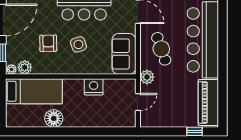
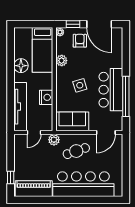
armchair: (48, 43) -> (80, 41), moved, turned -89
plant: (25, 67) -> (62, 61), moved
door: (138, 102) -> (34, 132), hinge flipped
tv unit: (105, 120) -> (20, 107), added

